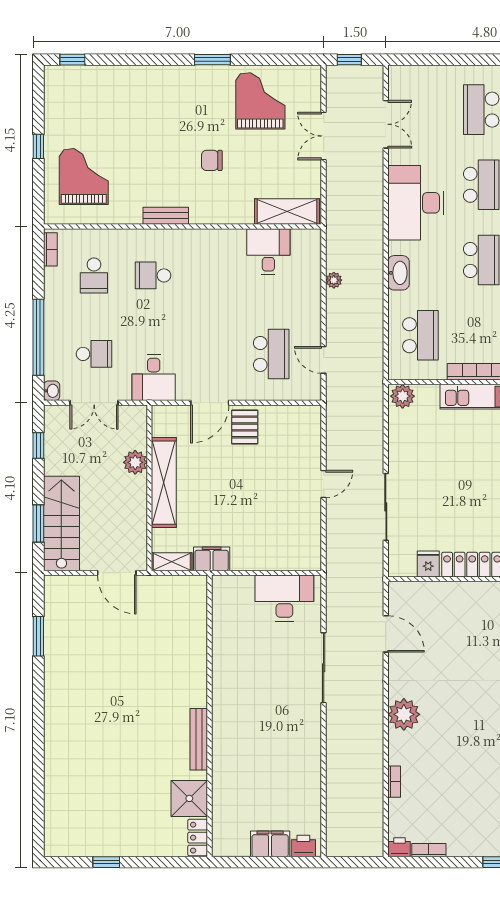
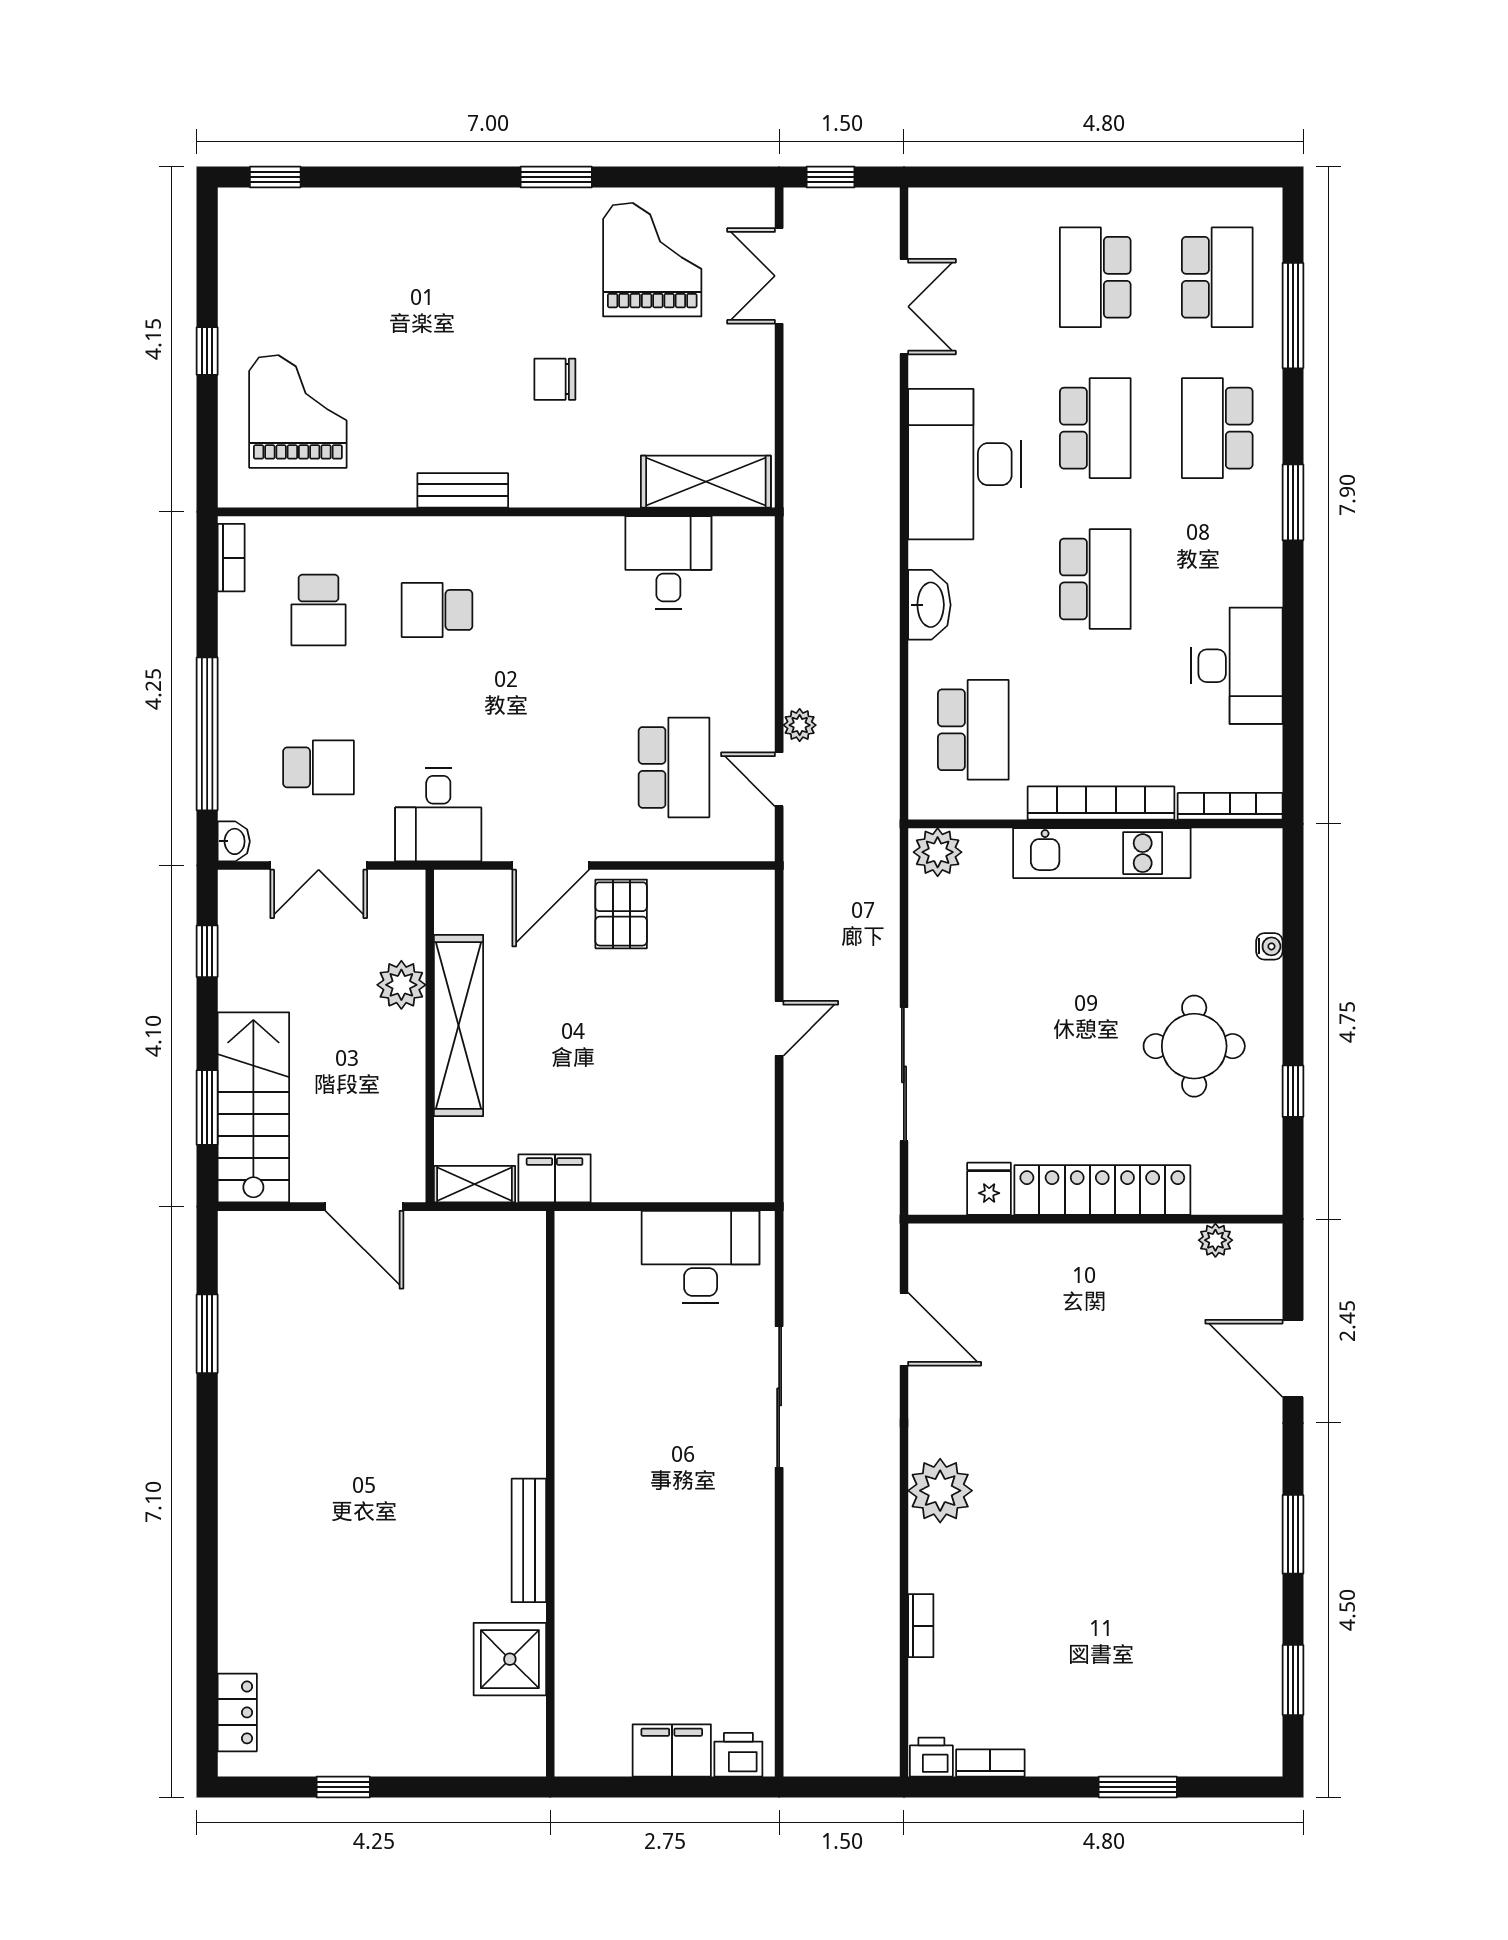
double door: (324, 136) -> (779, 276), moved
plant: (334, 280) -> (800, 725), moved
locker: (198, 838) -> (237, 1712), moved, turned 180

